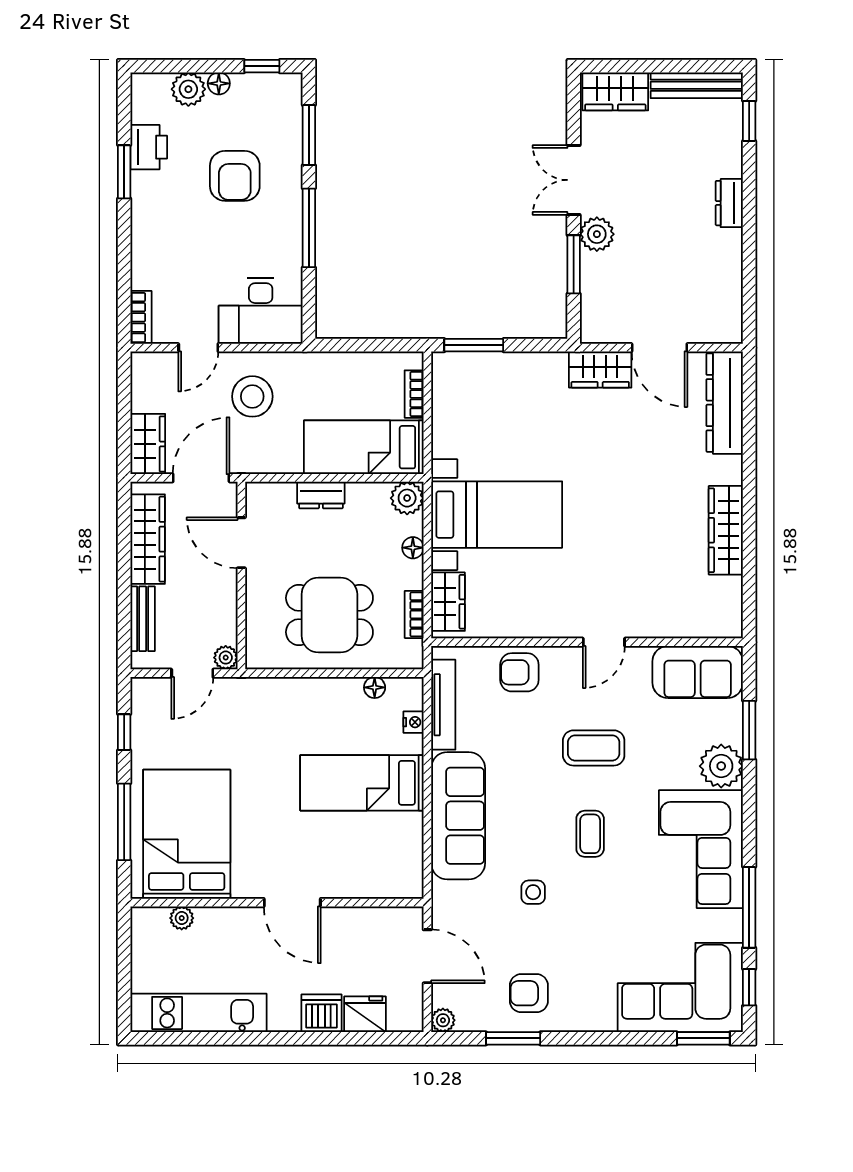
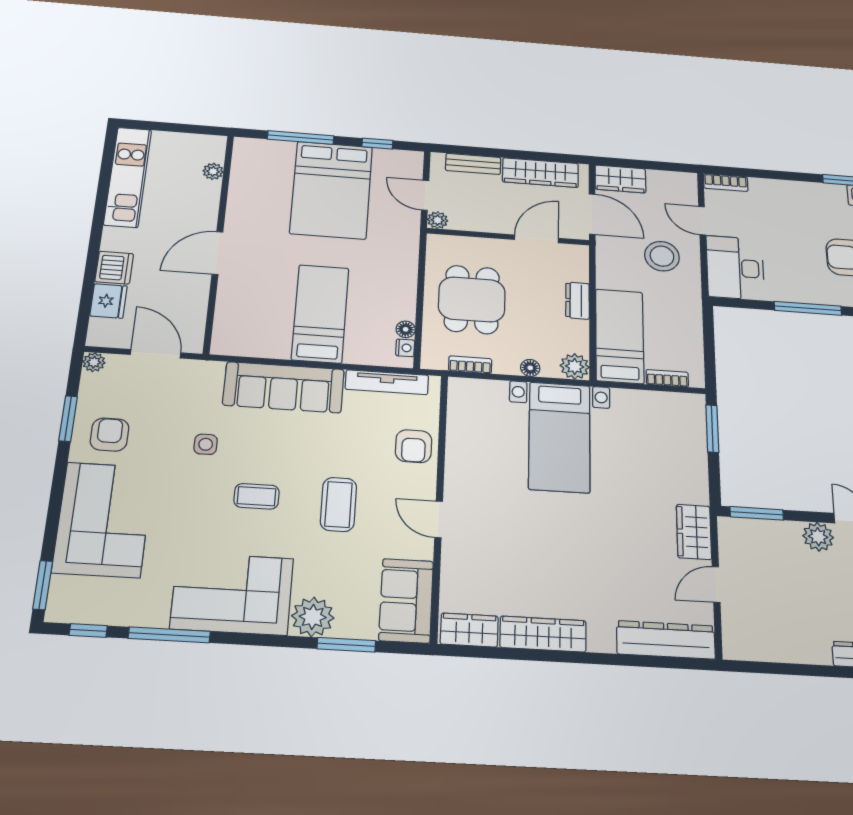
window: (574, 264) -> (757, 513), moved
door: (659, 348) -> (716, 585), width x0.73
wardrobe: (448, 602) -> (469, 630), moved, turned 180
armchair: (519, 672) -> (414, 446), turned 180
nightstand: (413, 722) -> (405, 348), moved, turned -90
bed: (187, 834) -> (331, 190), moved, turned 90
door: (427, 956) -> (156, 354), swing flipped
corner sofa: (680, 987) -> (103, 520), moved

